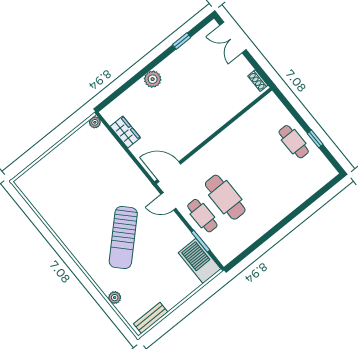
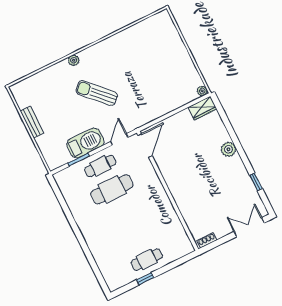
wardrobe: (125, 132) -> (202, 108), moved
sun lounger: (123, 238) -> (97, 93), width x0.73, depth x0.75
barbecue: (200, 261) -> (85, 143), moved
plant: (115, 298) -> (74, 60), moved
bench: (151, 318) -> (32, 122), moved

